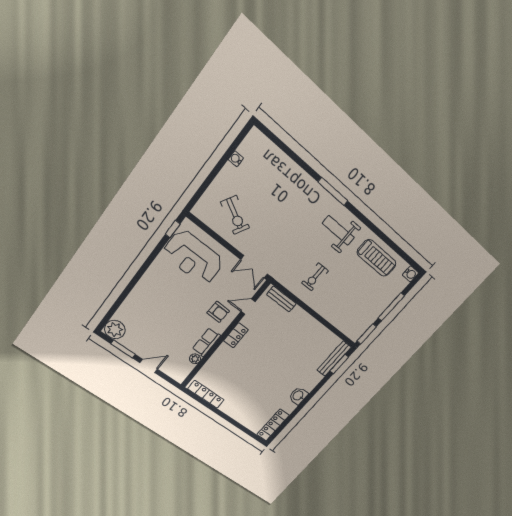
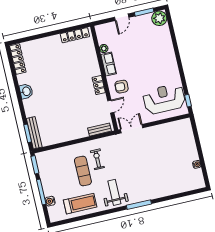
exercise bike: (235, 215) -> (168, 141), removed
weight bench: (338, 230) -> (114, 192), turned -90
treadmill: (377, 258) -> (80, 204), turned 180
water cooler: (411, 274) -> (50, 201), moved
exercise mat: (339, 282) -> (83, 171), added

